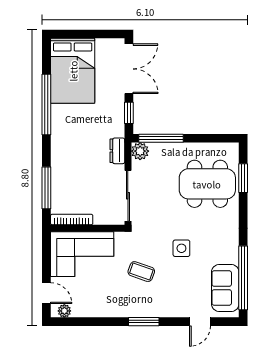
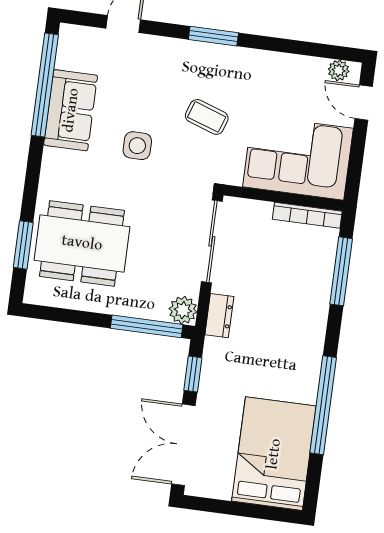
sofa: (225, 288) -> (71, 110), moved

